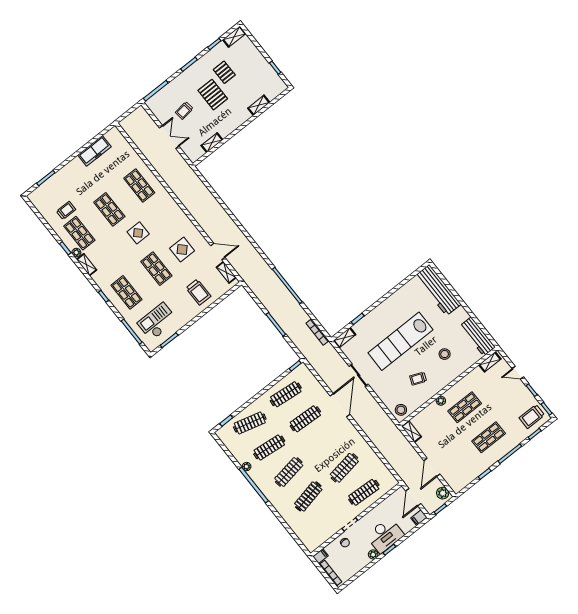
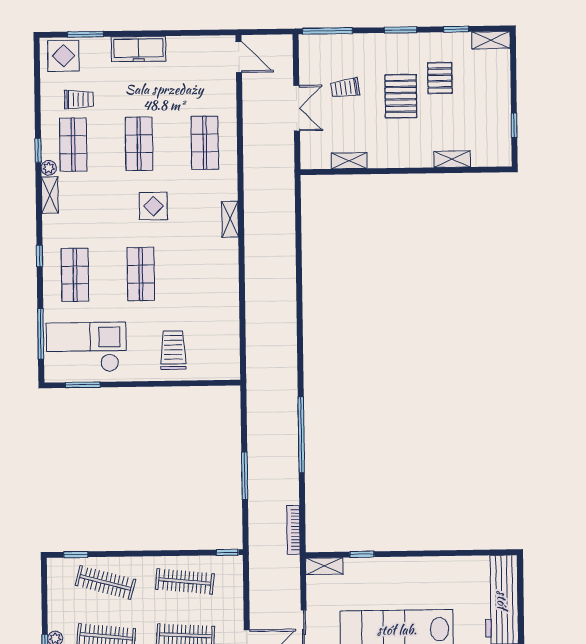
freezer: (94, 151) -> (138, 49), moved
display table: (182, 249) -> (63, 56), moved
door: (218, 251) -> (239, 57), moved
shelving: (226, 272) -> (230, 219), moved
trolley: (198, 292) -> (173, 350), turned 180
checkout: (157, 322) -> (86, 347), width x1.36, depth x1.21

